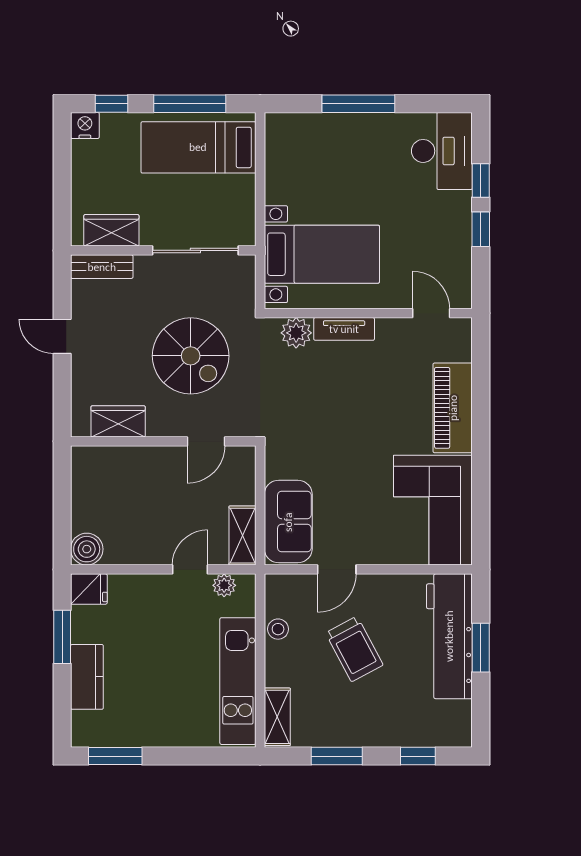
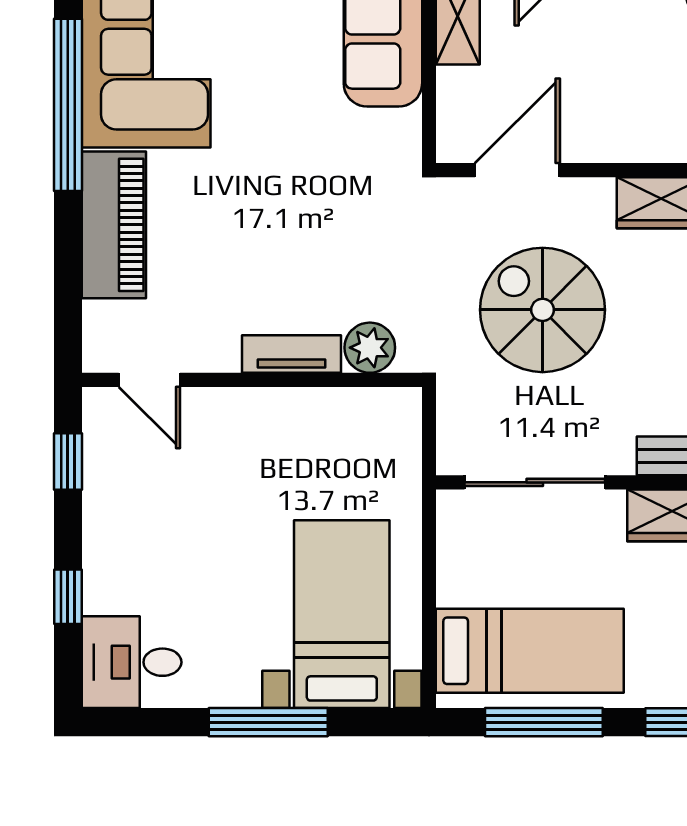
desk: (442, 151) -> (132, 662), width x0.73
window: (481, 229) -> (68, 462), moved
bed with nightstands: (322, 254) -> (342, 614), moved, turned 90
door: (206, 441) -> (517, 170), width x1.38
window: (481, 481) -> (68, 105), added

